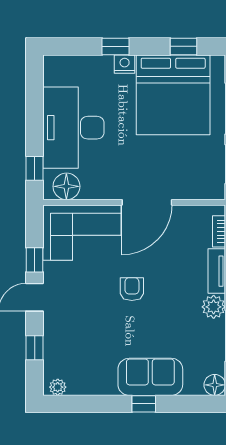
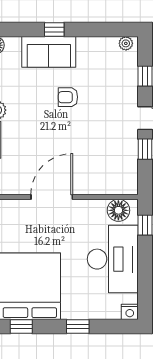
nightstand: (125, 64) -> (130, 312), moved
corner sofa: (82, 233) -> (106, 172), removed
armchair: (132, 289) -> (68, 97), moved, turned 90

